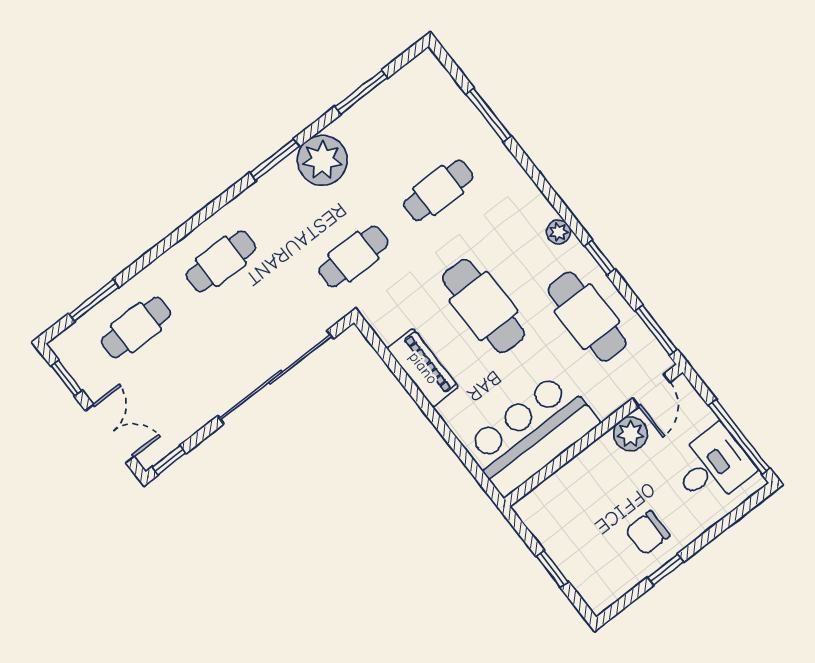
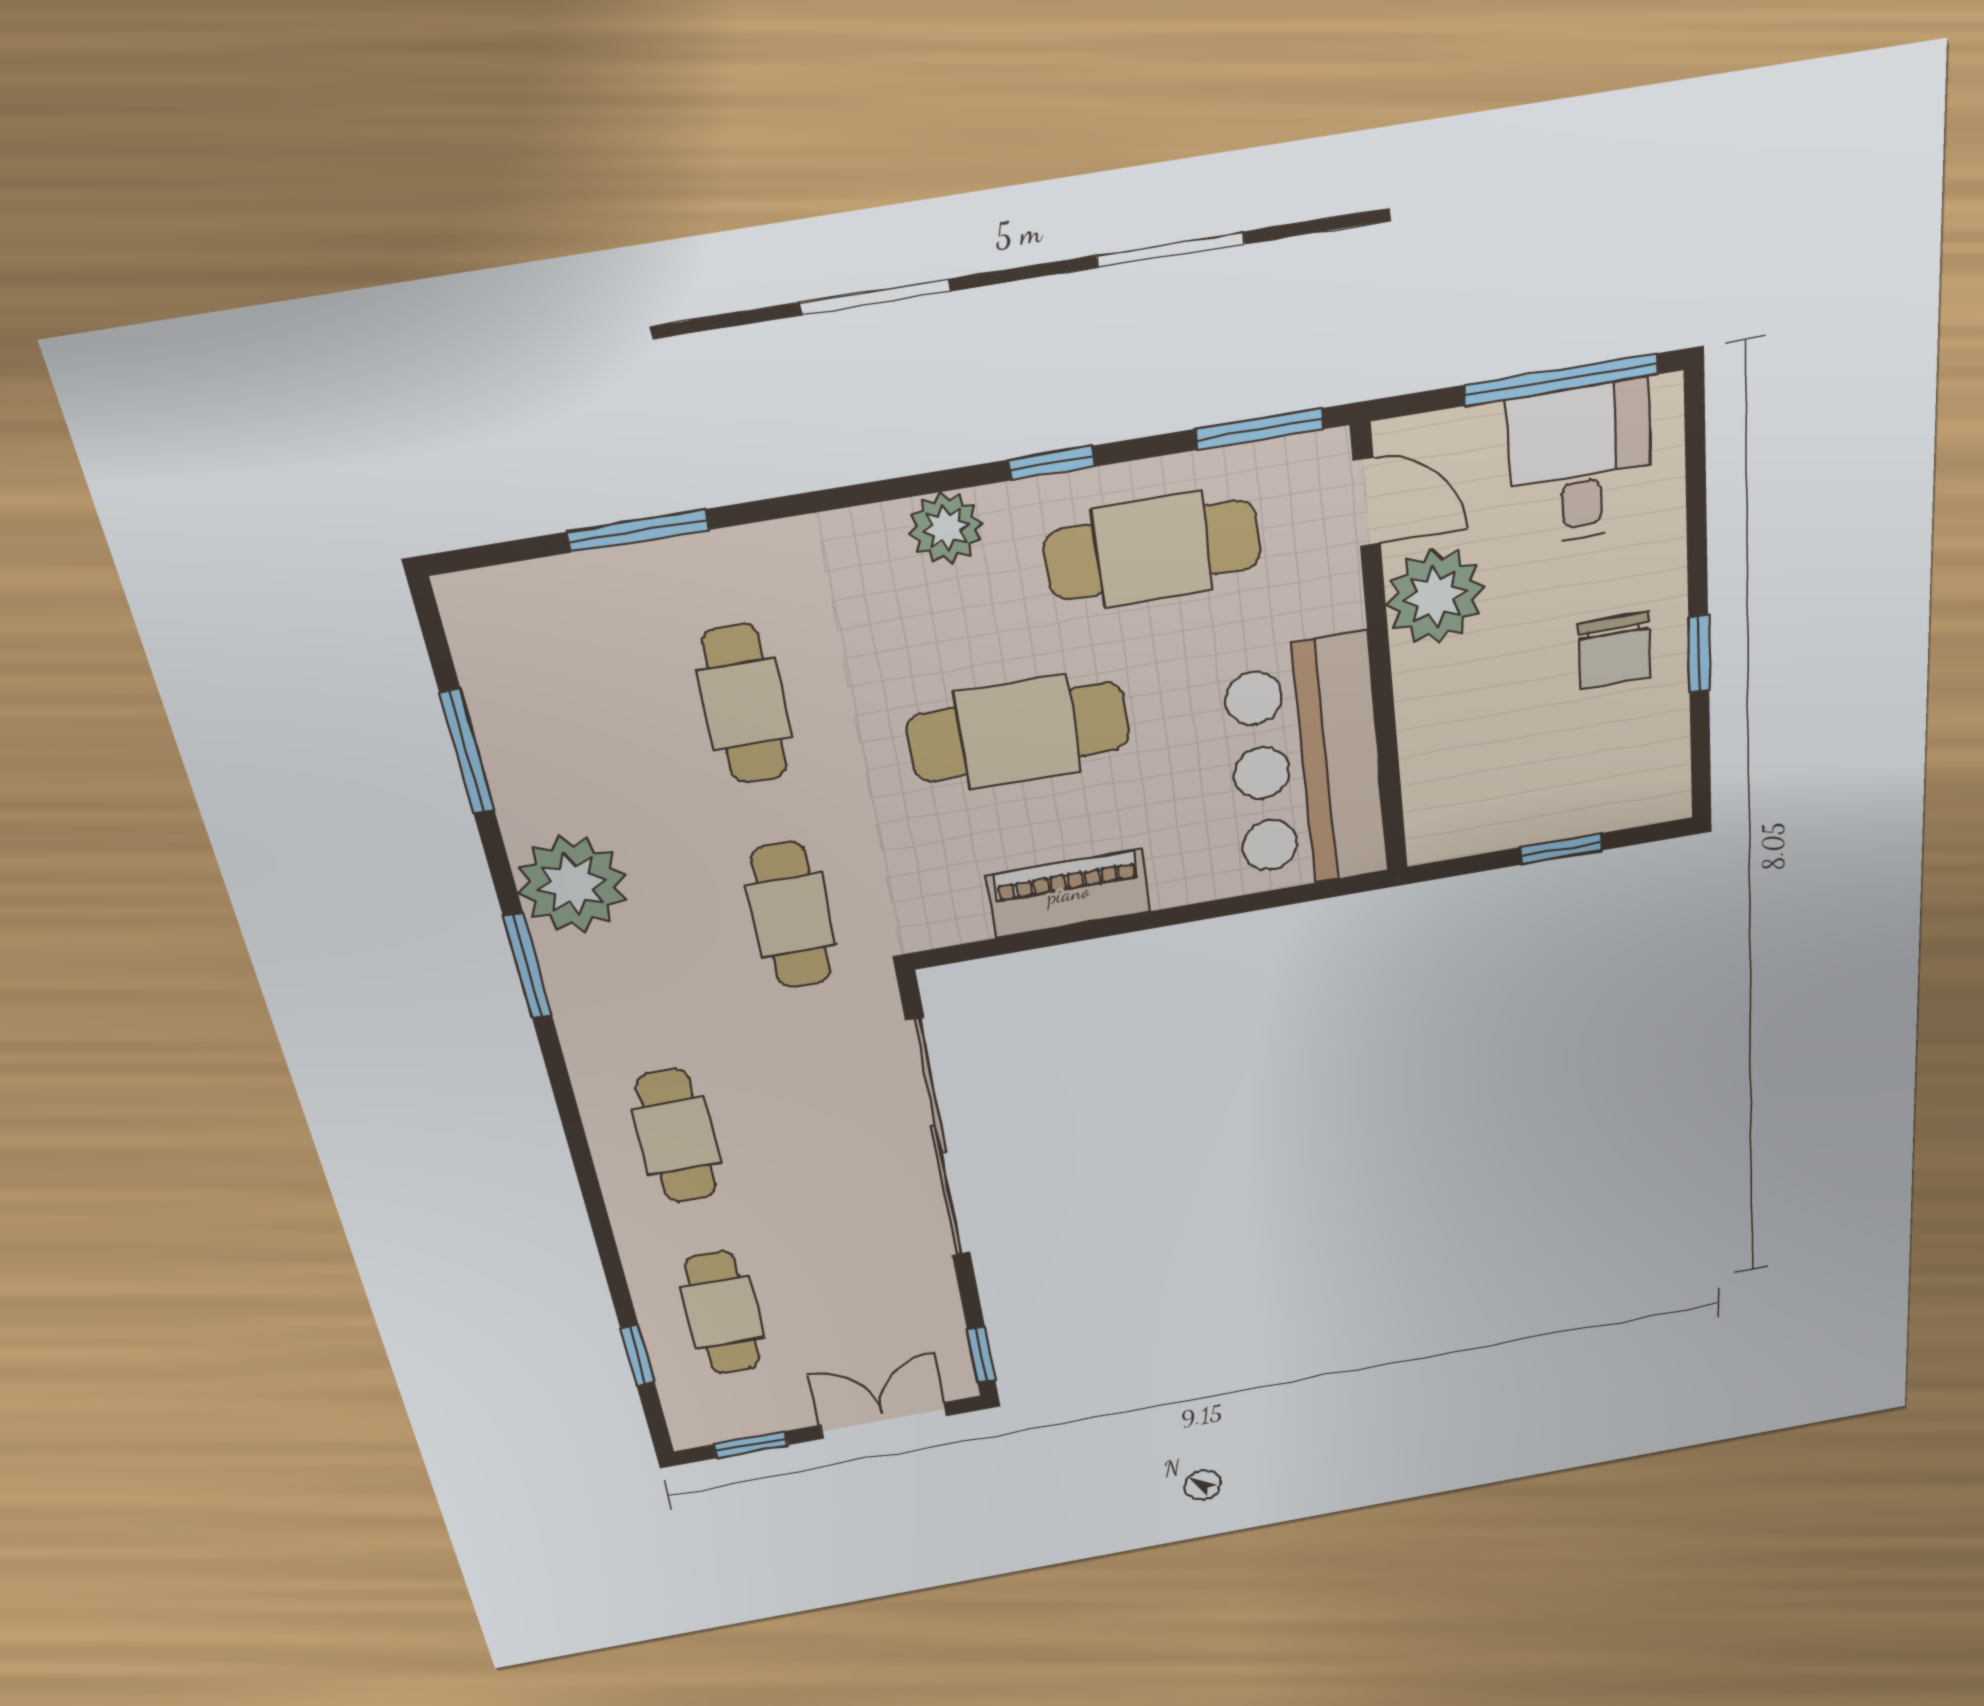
plant: (559, 232) -> (946, 528), width x1.38, depth x1.38
window: (94, 300) -> (638, 1355), width x0.67
plant: (631, 434) -> (1435, 596), width x1.36, depth x1.36

